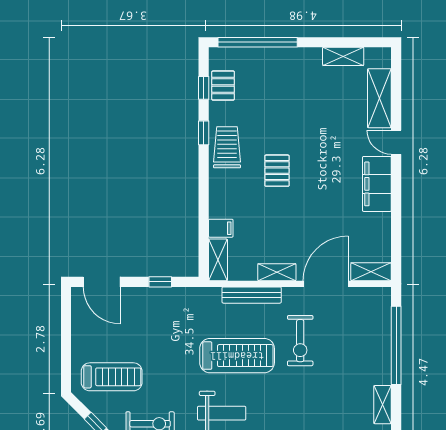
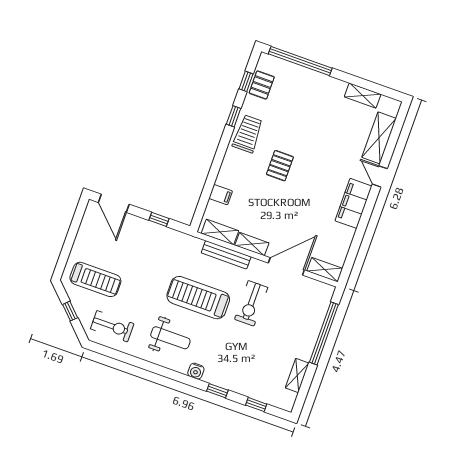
shelving: (218, 260) -> (220, 232), moved, turned 90
treadmill: (237, 356) -> (198, 298), turned 180

